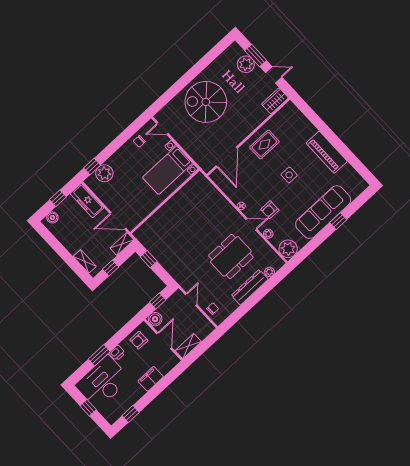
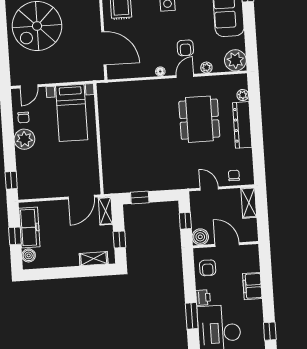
plant: (104, 173) -> (24, 139), moved
freezer: (87, 201) -> (29, 227), moved, turned -90
shelving: (188, 346) -> (249, 203), moved

